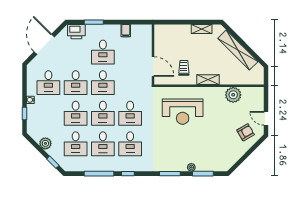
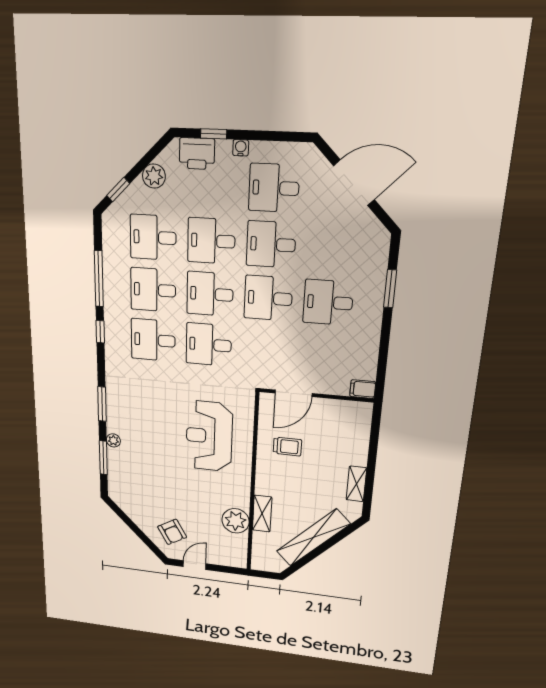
filing cabinet: (126, 31) -> (363, 389), moved
printer: (76, 32) -> (197, 154), moved, turned -90
shelving: (208, 80) -> (262, 514), moved

